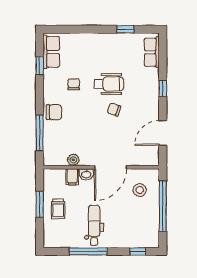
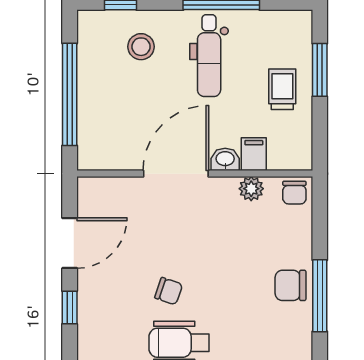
chair: (74, 84) -> (294, 193), moved
window: (163, 88) -> (70, 308), moved
window: (40, 133) -> (320, 296), moved
stool: (140, 190) -> (141, 47), moved
window: (40, 204) -> (320, 70), moved

